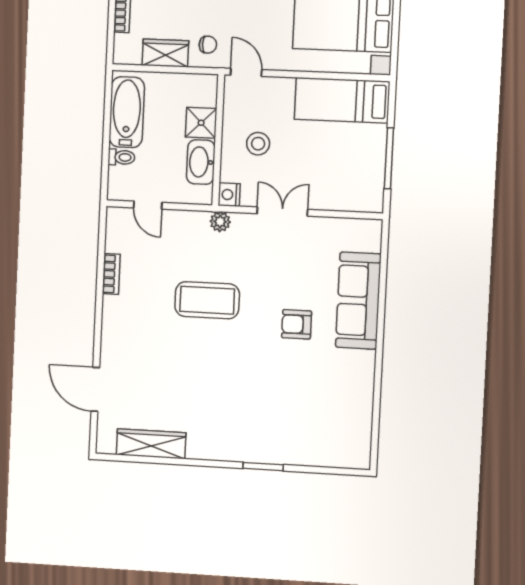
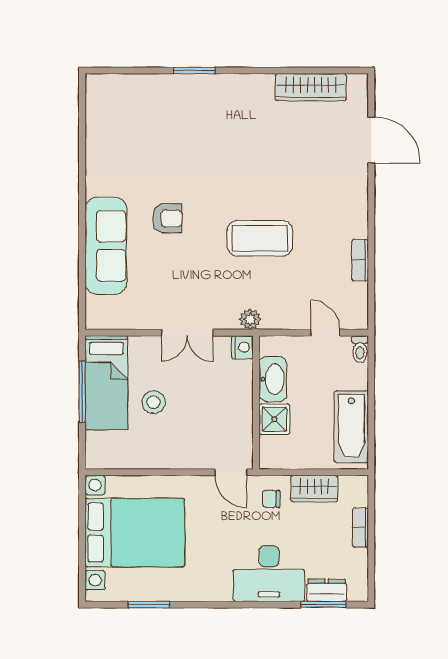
bed: (342, 100) -> (106, 383), moved, turned 90
stool: (258, 144) -> (154, 402), moved
toilet: (121, 157) -> (360, 349), moved, turned -90

